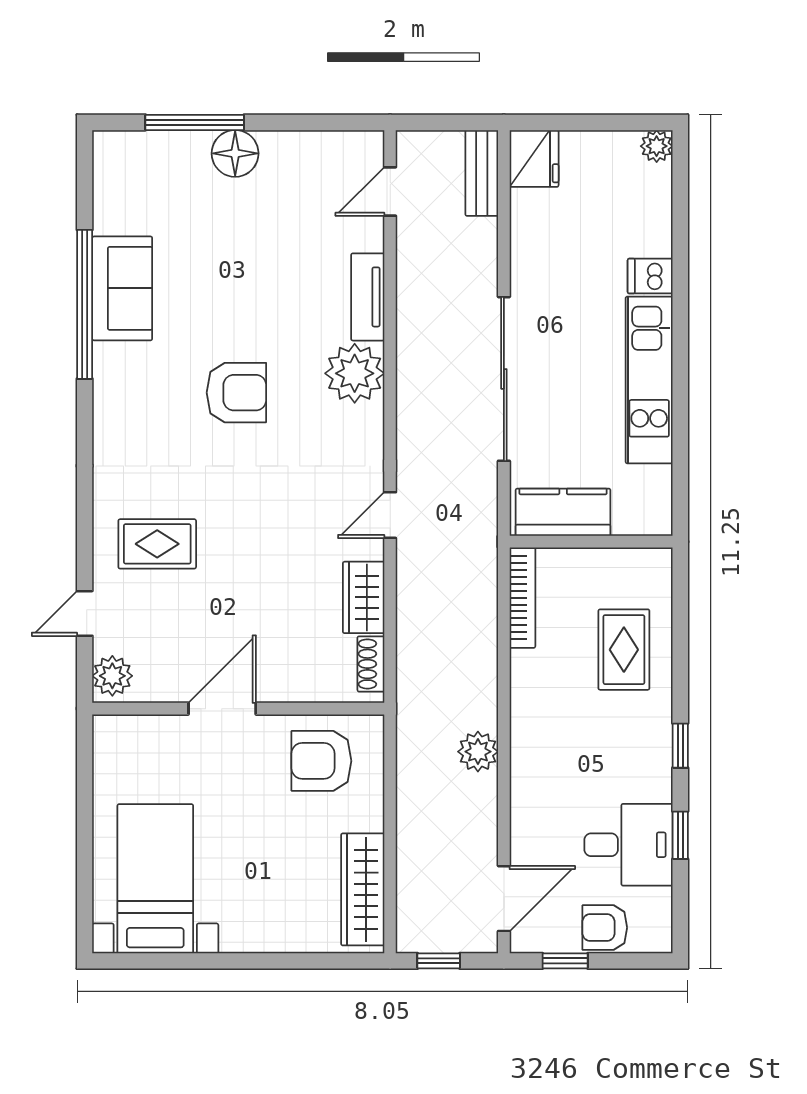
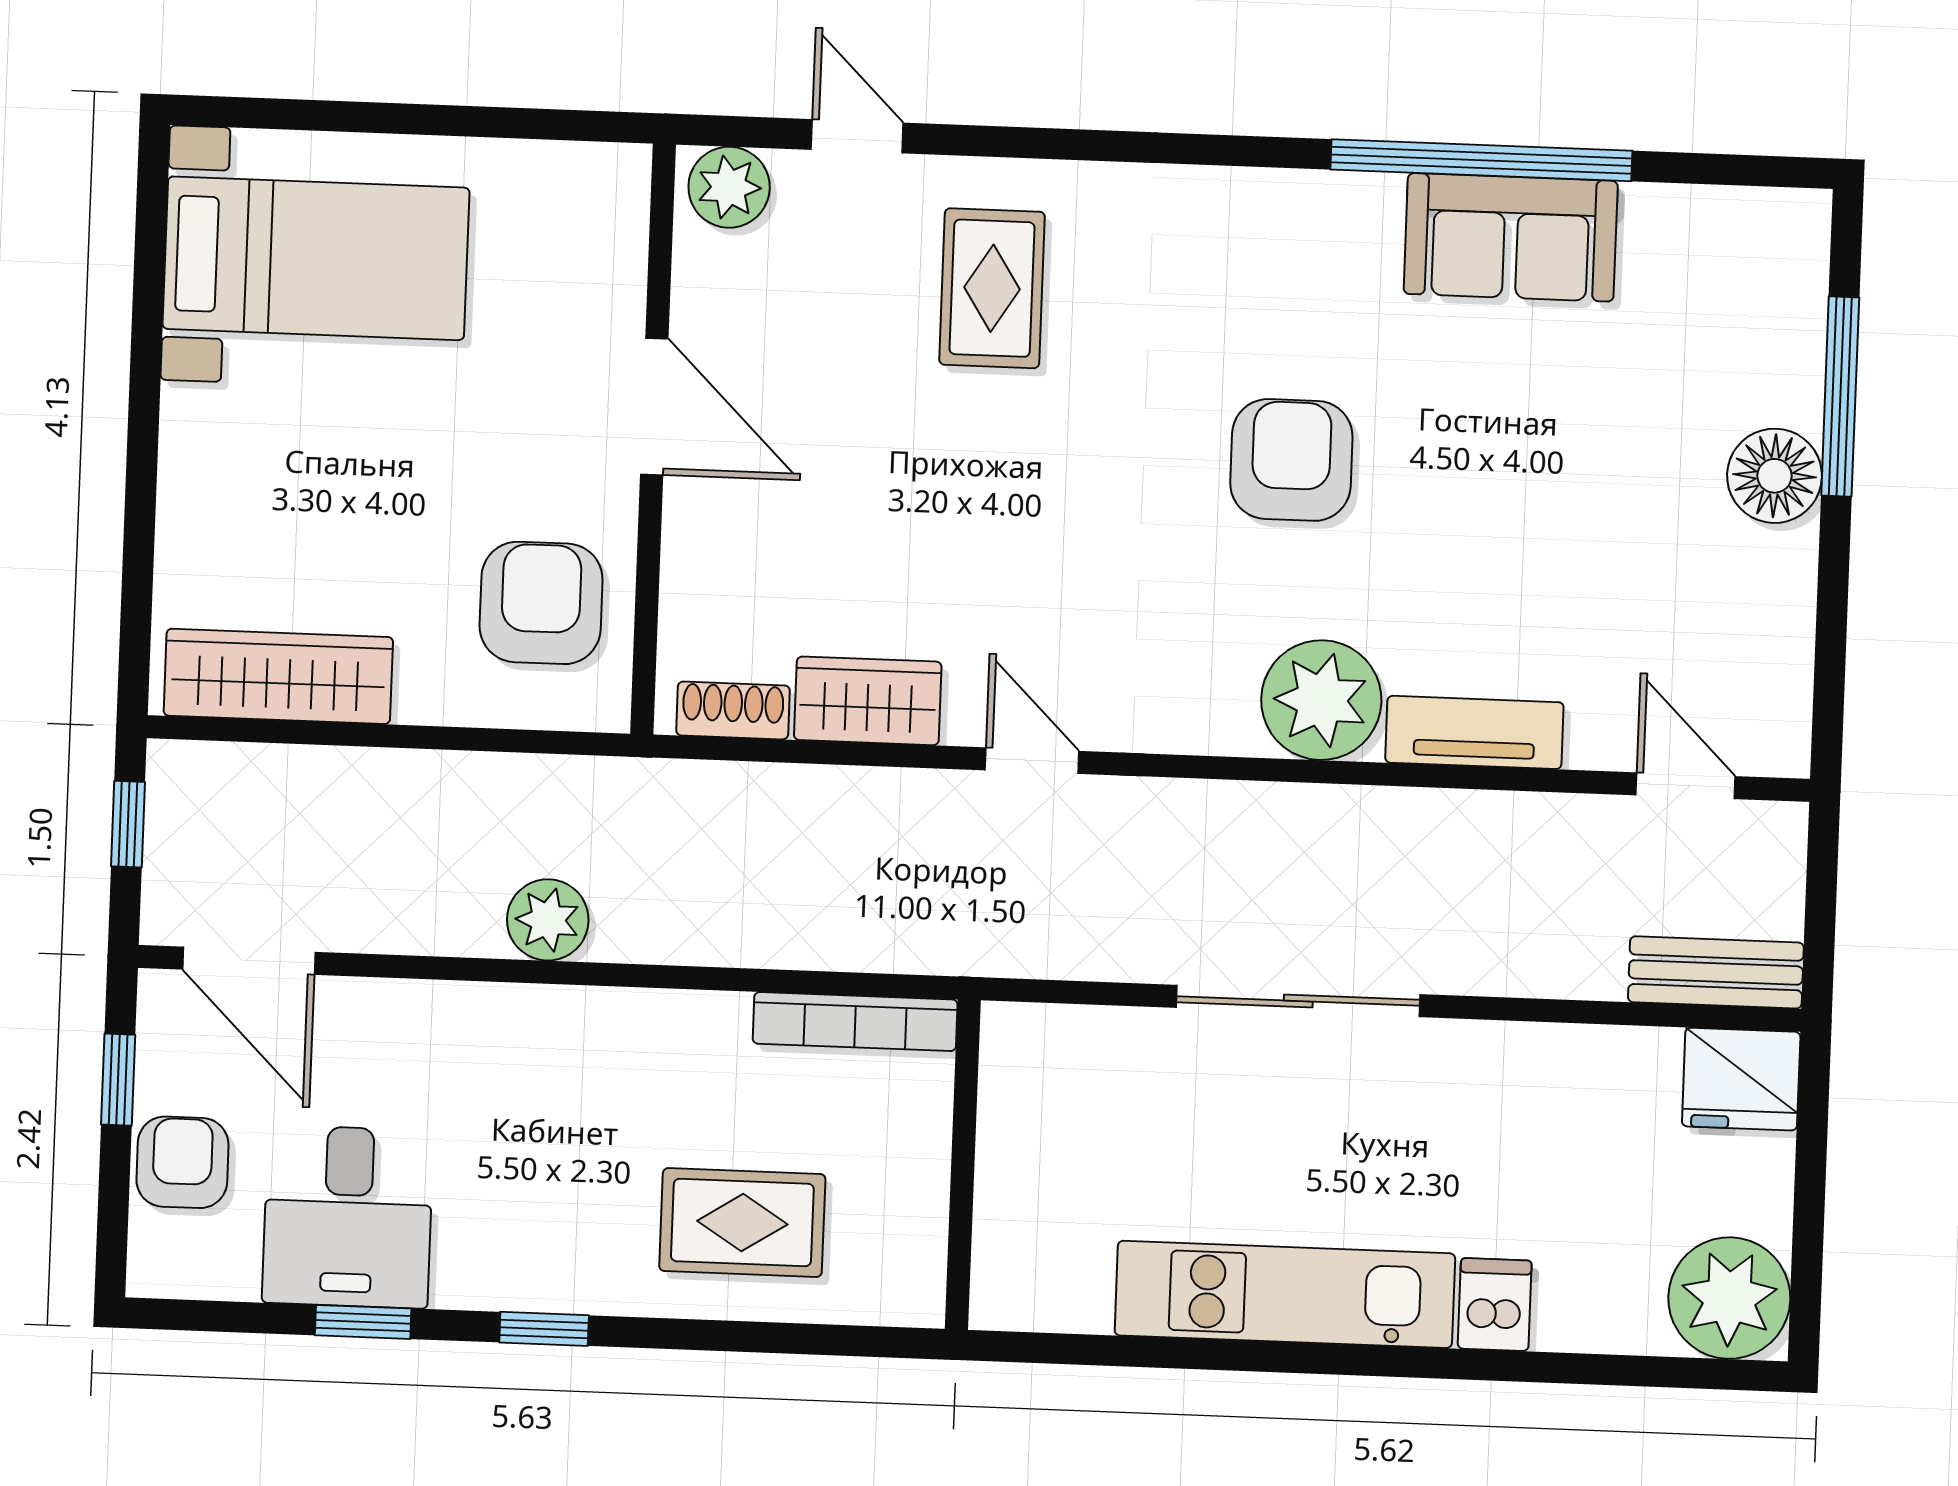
plant: (657, 146) -> (1729, 1298), width x1.87, depth x1.87
sliding door: (504, 379) -> (1298, 1001), width x0.73
armchair: (236, 393) -> (1291, 460), turned 180
kitchen counter: (563, 512) -> (1024, 1110), removed

